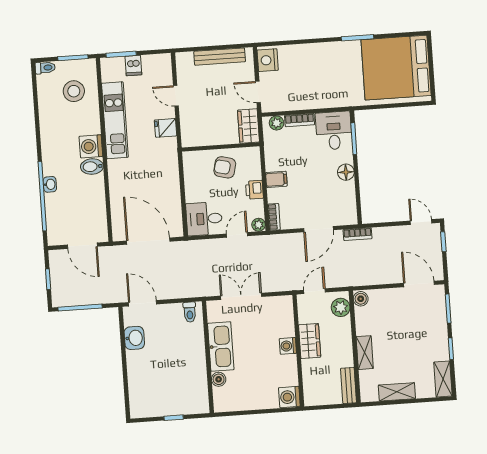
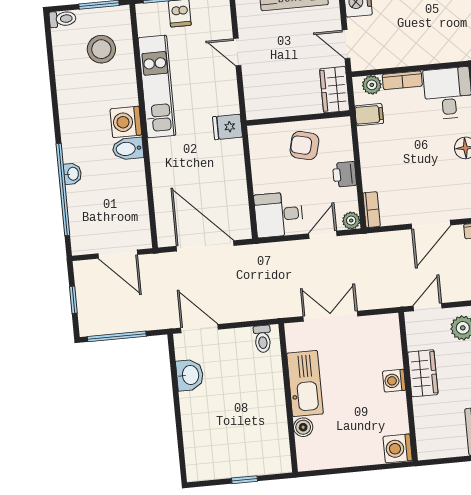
fridge: (166, 128) -> (227, 127), moved
filing cabinet: (276, 179) -> (369, 115), moved

